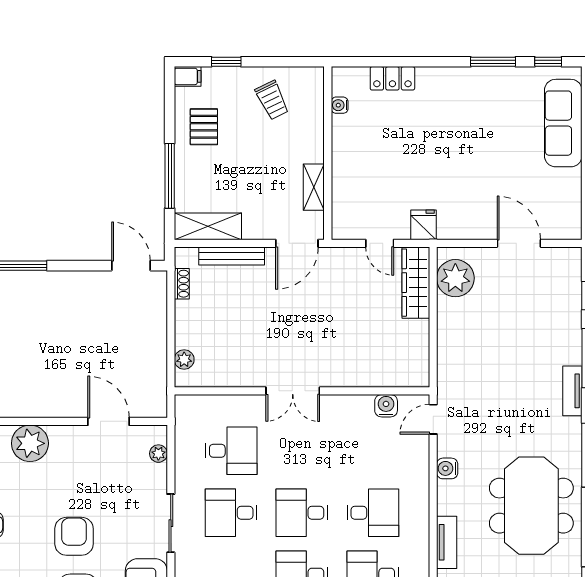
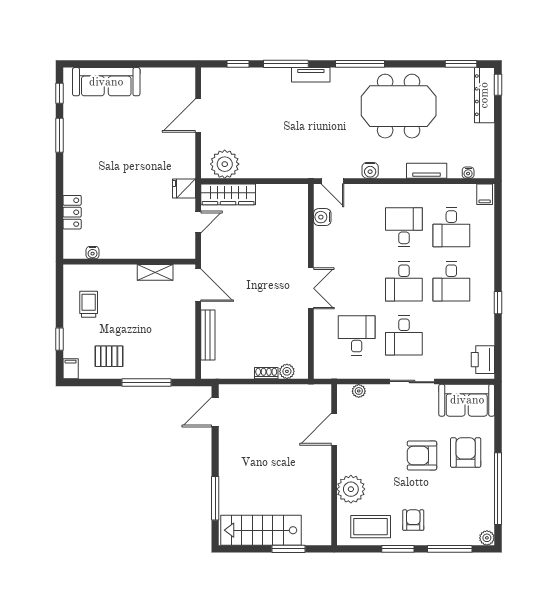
trolley: (272, 100) -> (89, 304), turned -64
shelving: (208, 226) -> (185, 353), removed
shoe rack: (182, 284) -> (266, 373), moved

